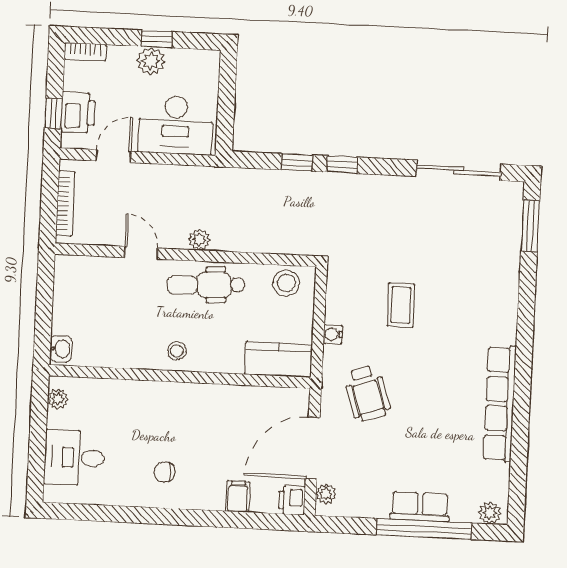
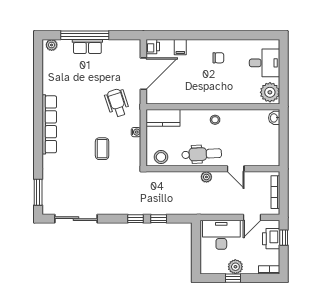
plant: (58, 399) -> (270, 92), width x1.88, depth x1.88
row of seats: (500, 404) -> (49, 124), moved
plant: (326, 494) -> (136, 51), removed

